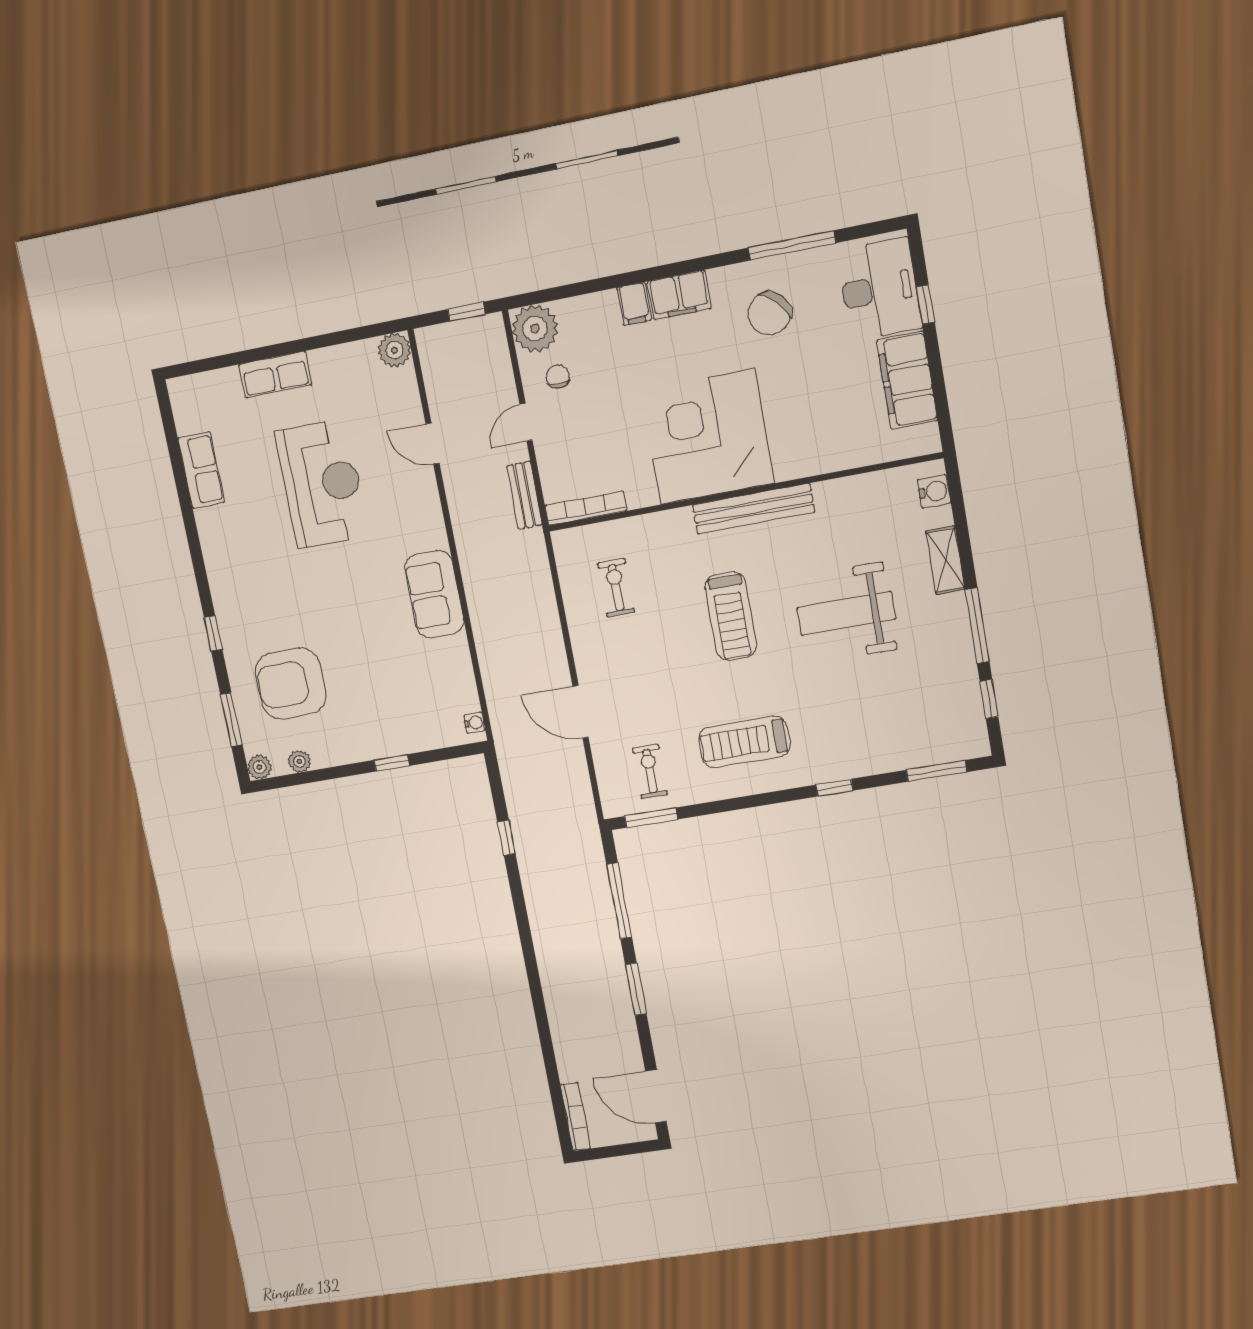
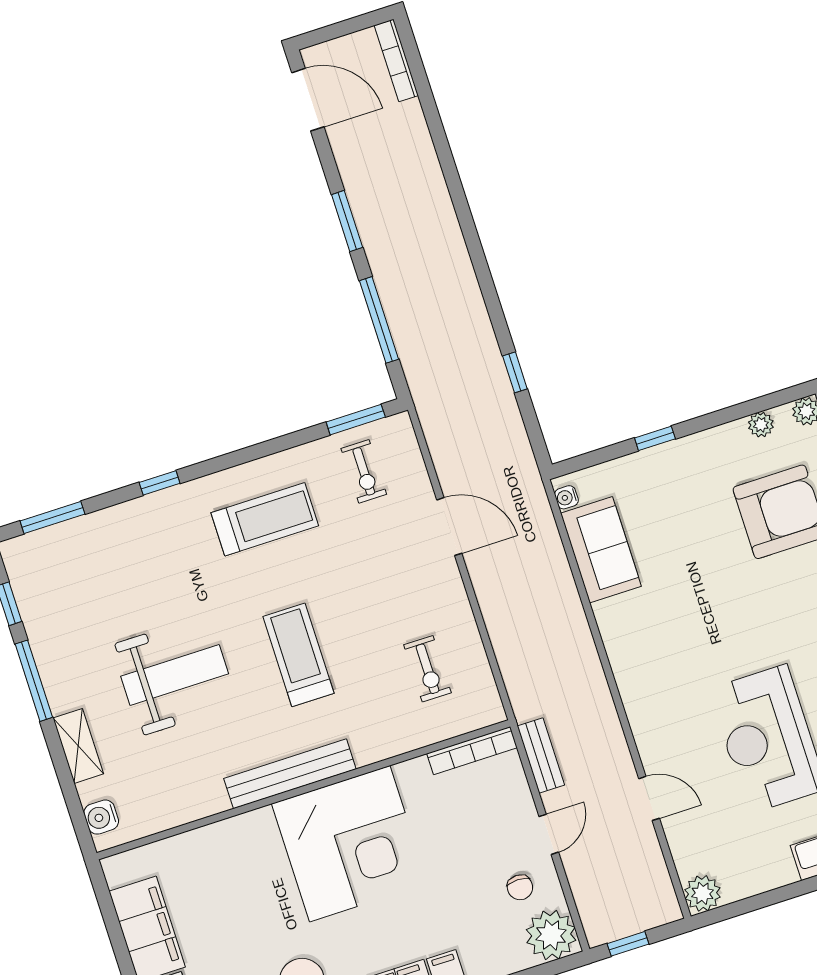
sofa: (434, 594) -> (601, 550), moved

